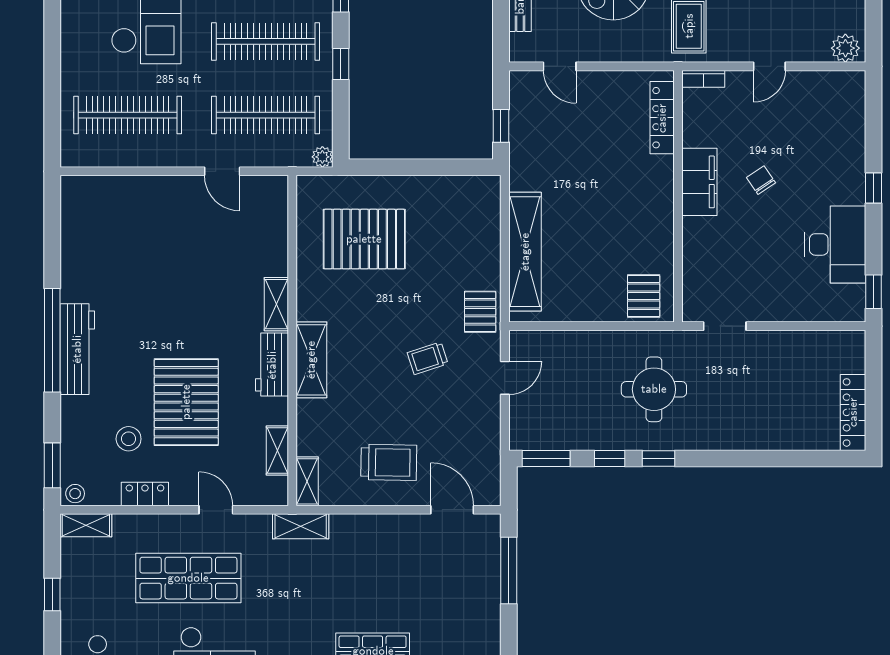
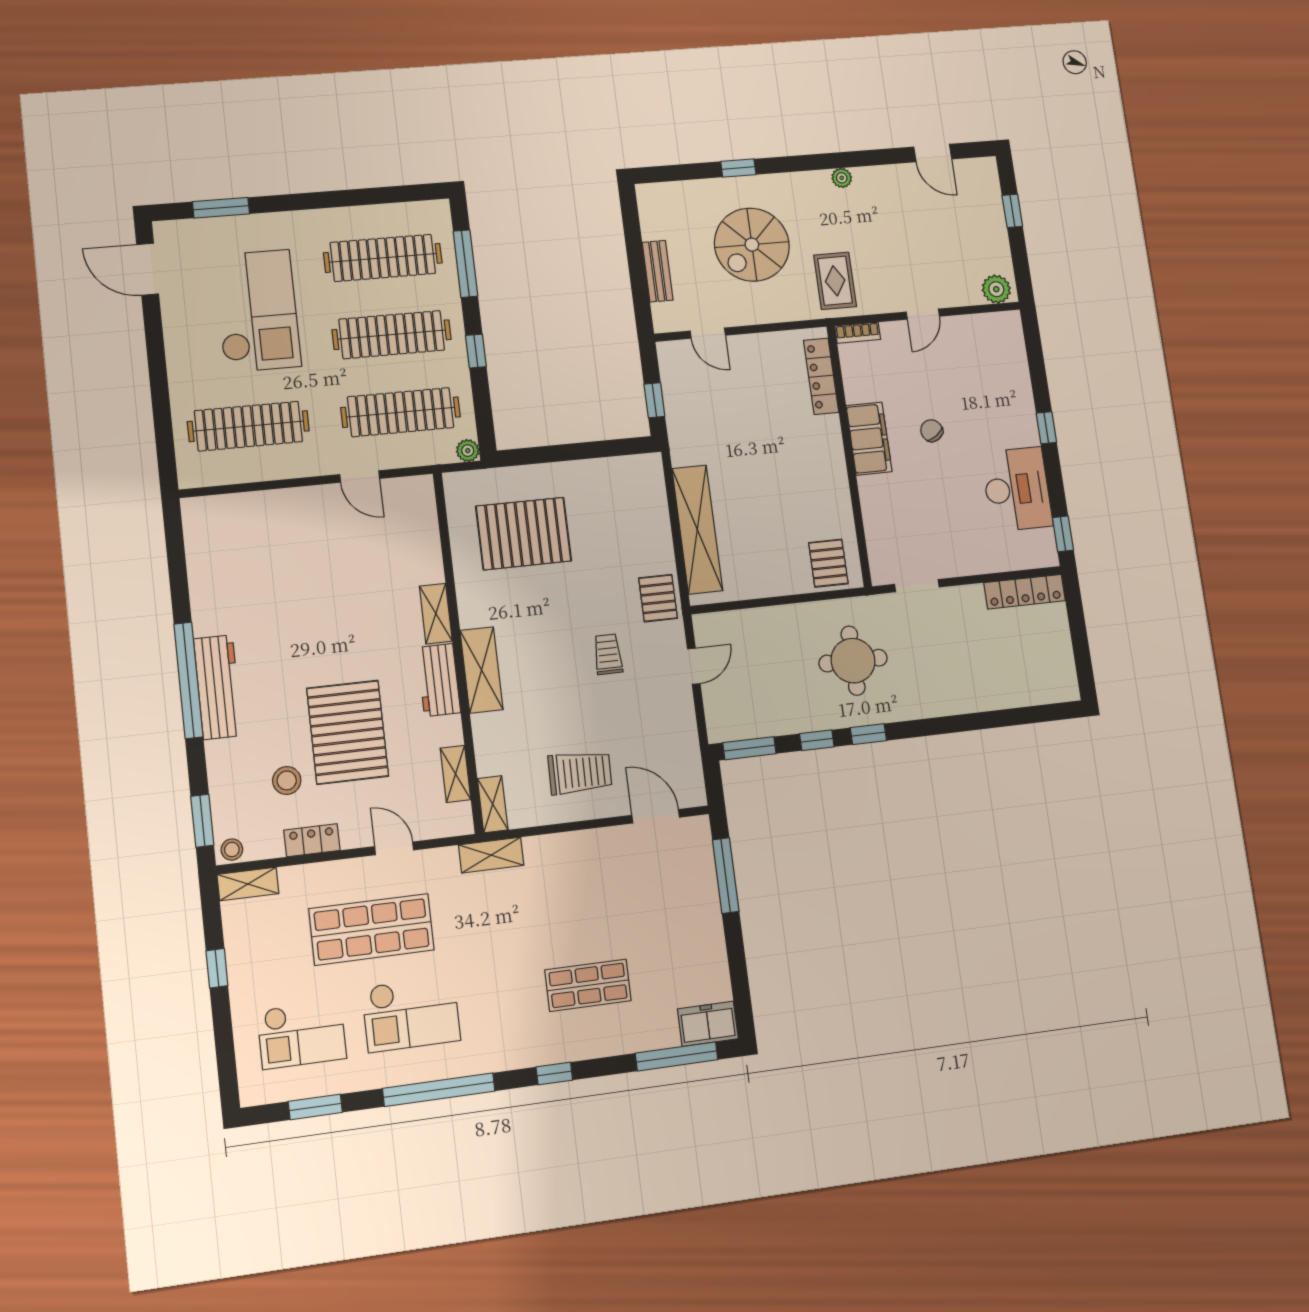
trolley: (428, 358) -> (608, 654), turned 108
locker: (853, 412) -> (1025, 592), moved, turned -90

